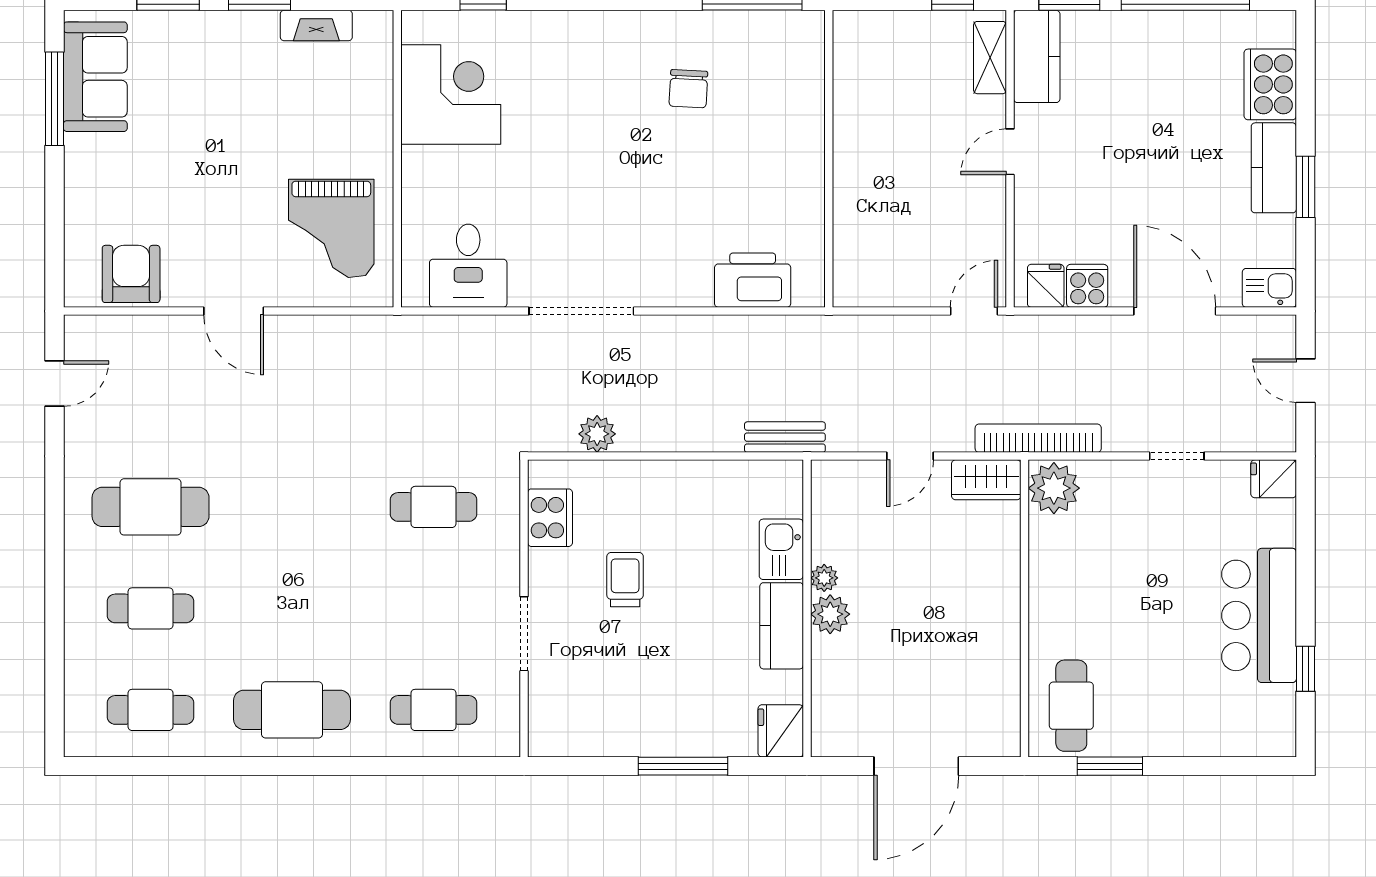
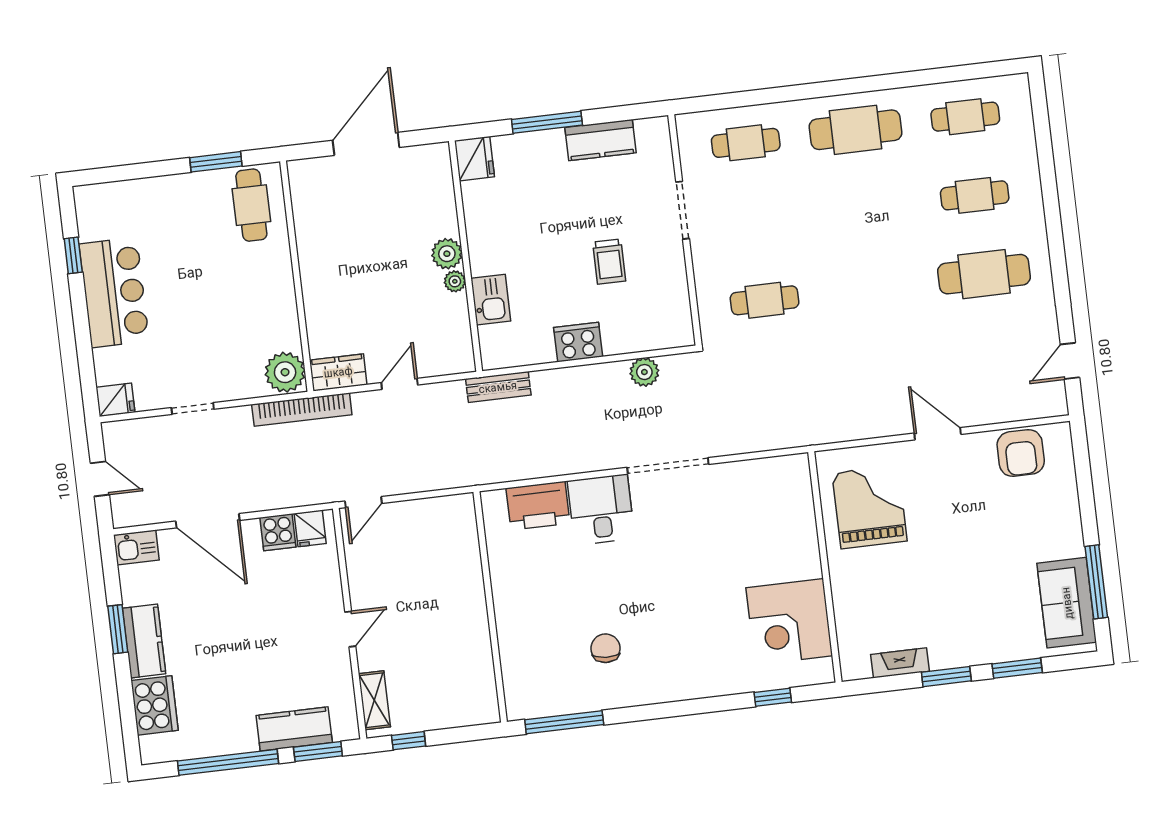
kitchen counter: (1037, 56) -> (294, 729), moved, turned 90
desk: (468, 266) -> (601, 510), moved
cooker: (550, 518) -> (578, 342), moved, turned 90
kitchen counter: (782, 626) -> (601, 140), moved, turned 90

